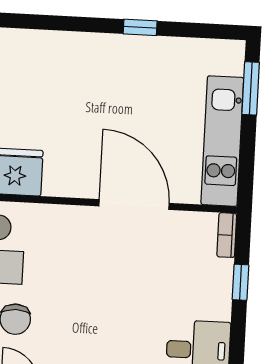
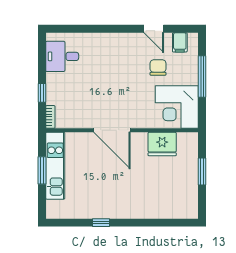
window: (251, 88) -> (42, 170), moved
door: (134, 205) -> (112, 130), moved

